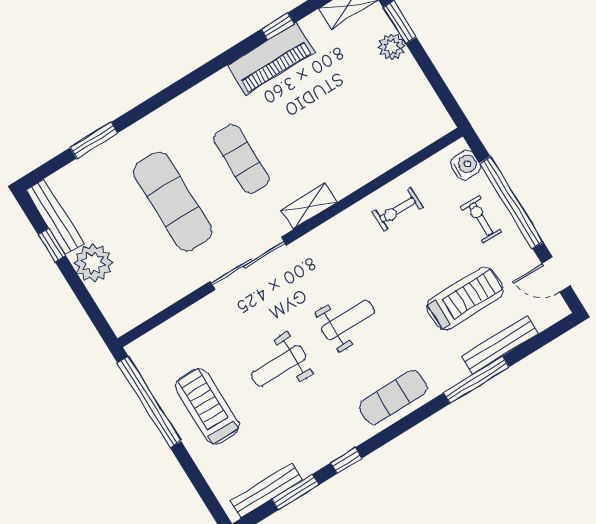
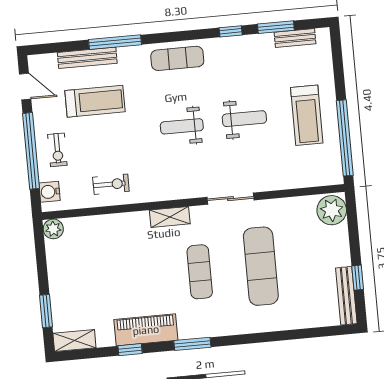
plant: (392, 47) -> (53, 229), moved
window: (94, 140) -> (192, 344), moved
plant: (93, 263) -> (332, 210), moved
sliding door: (248, 263) -> (231, 199), width x0.73
treadmill: (465, 298) -> (95, 101), turned 180
bench: (266, 491) -> (295, 38), width x0.73

